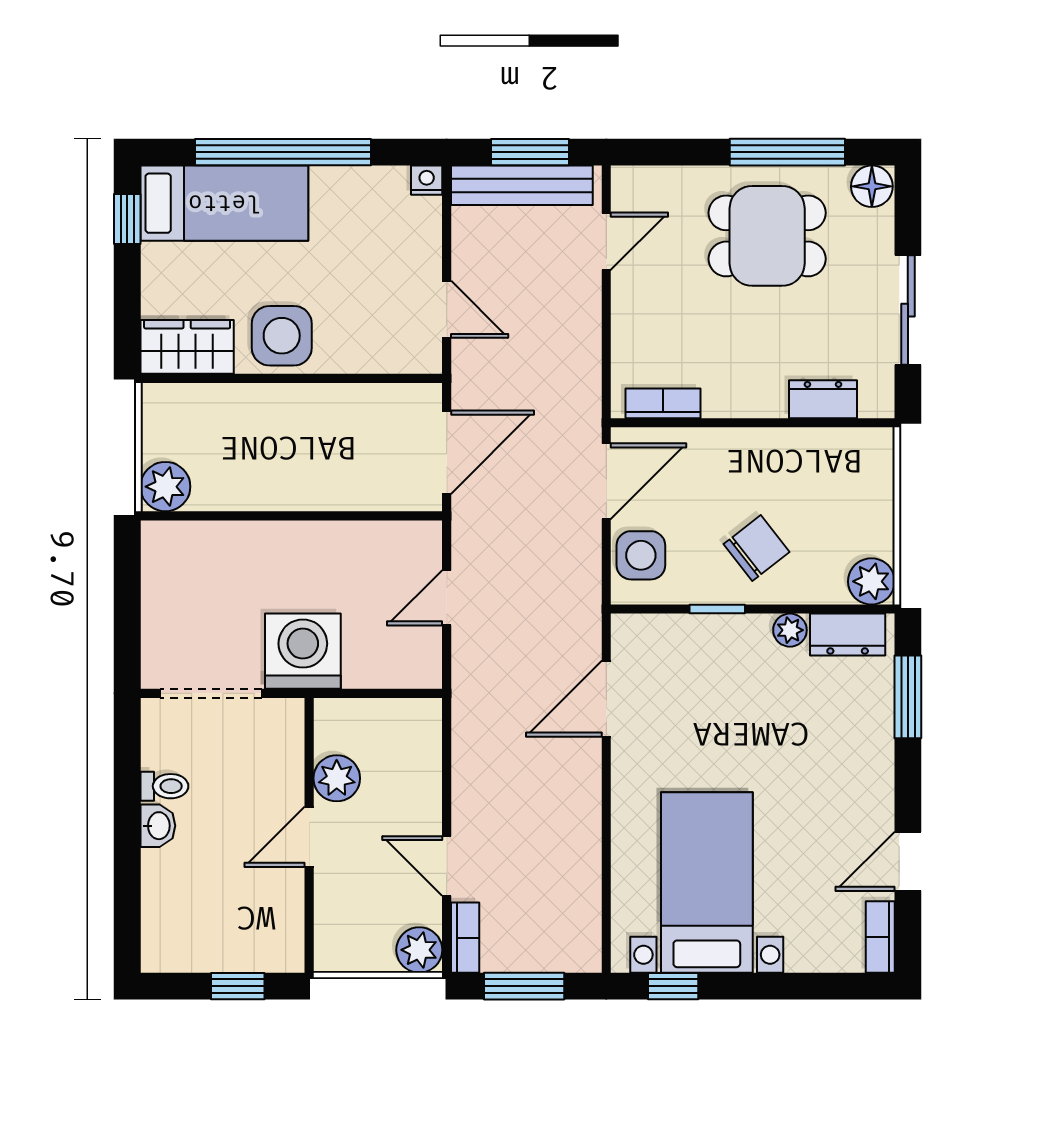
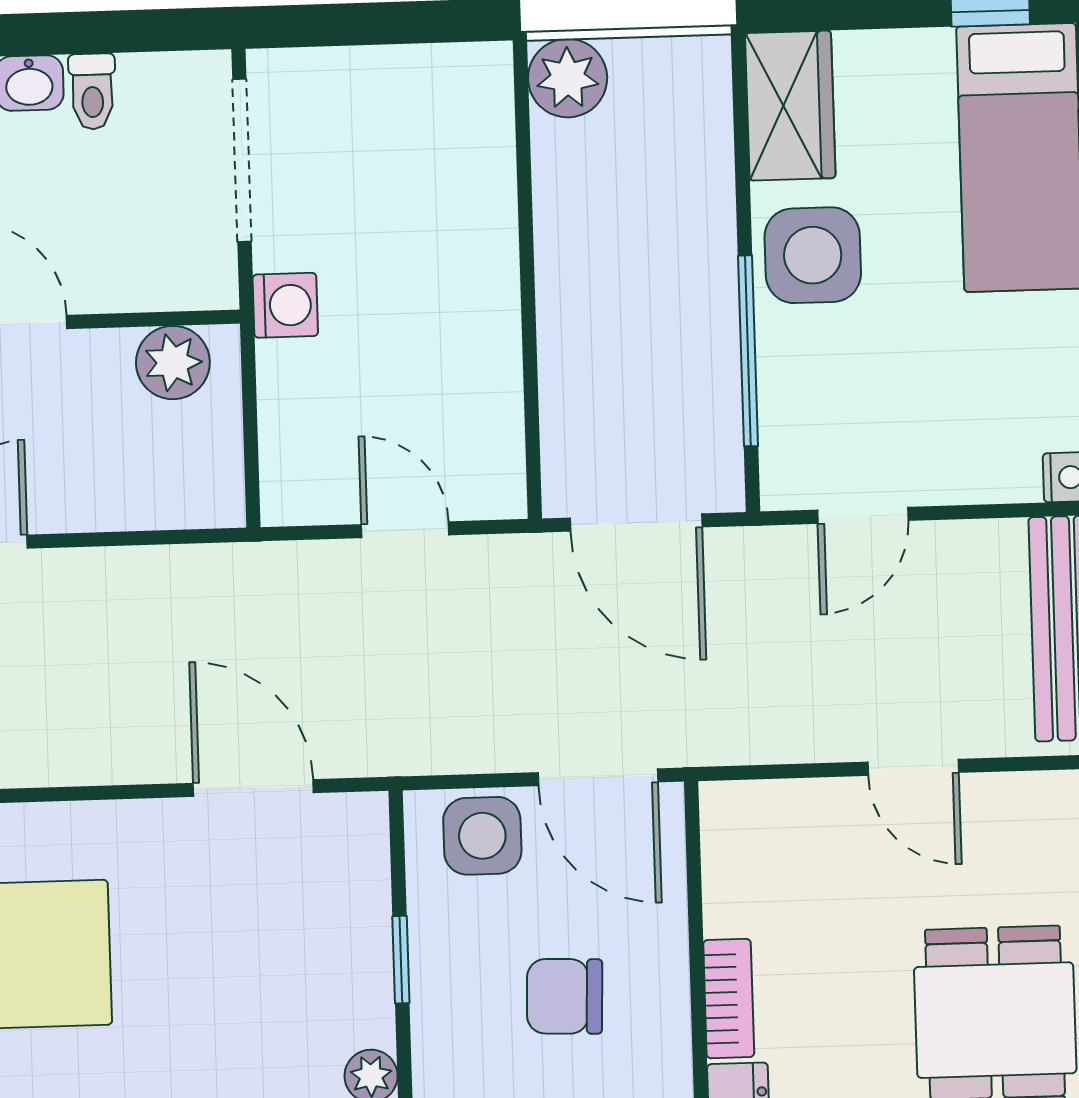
door: (606, 241) -> (913, 767), moved
window: (341, 378) -> (748, 351), added
bookcase: (663, 403) -> (729, 999), moved
chair: (756, 548) -> (565, 996), moved, turned 130
washing machine: (303, 651) -> (285, 305), width x0.53, depth x0.53
plant: (337, 778) -> (173, 363), moved

